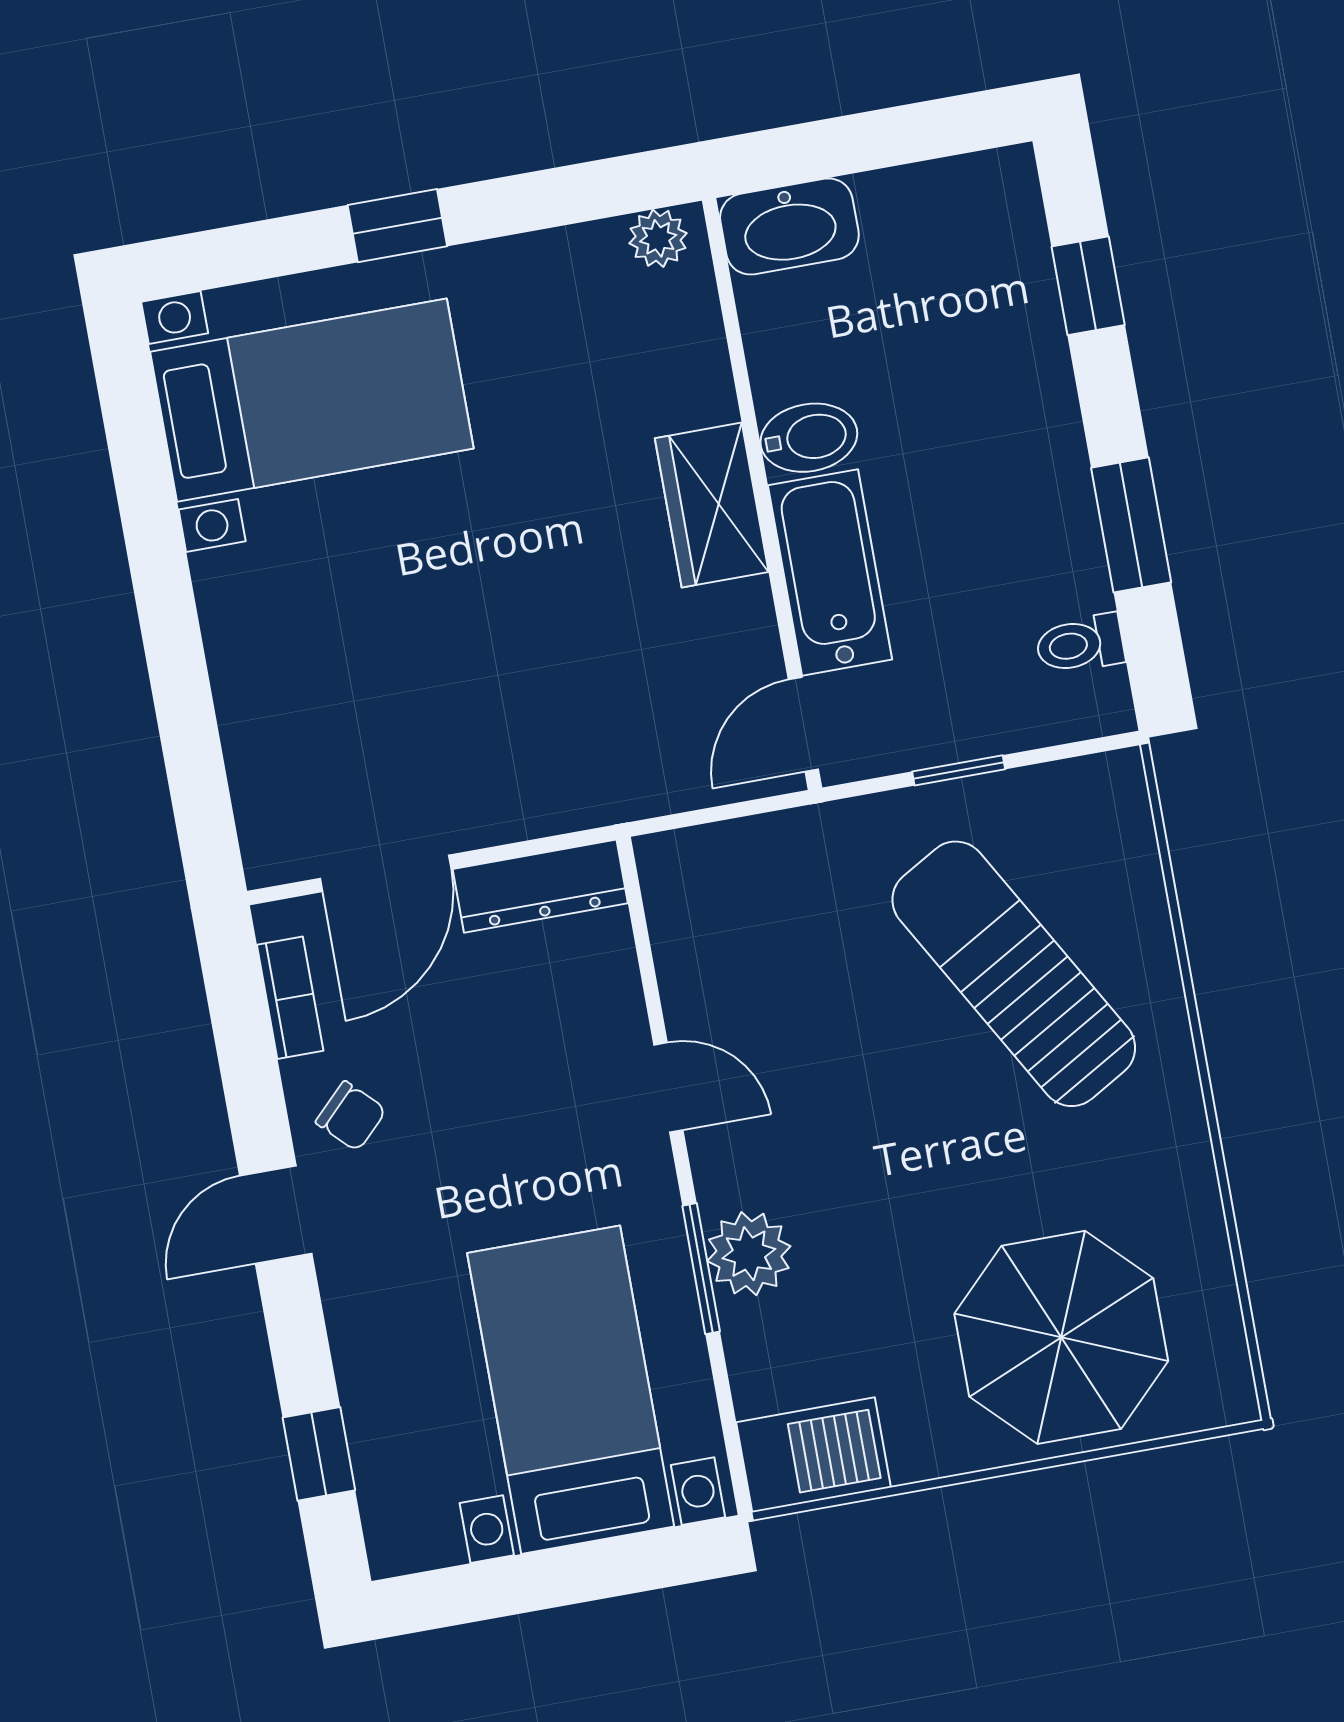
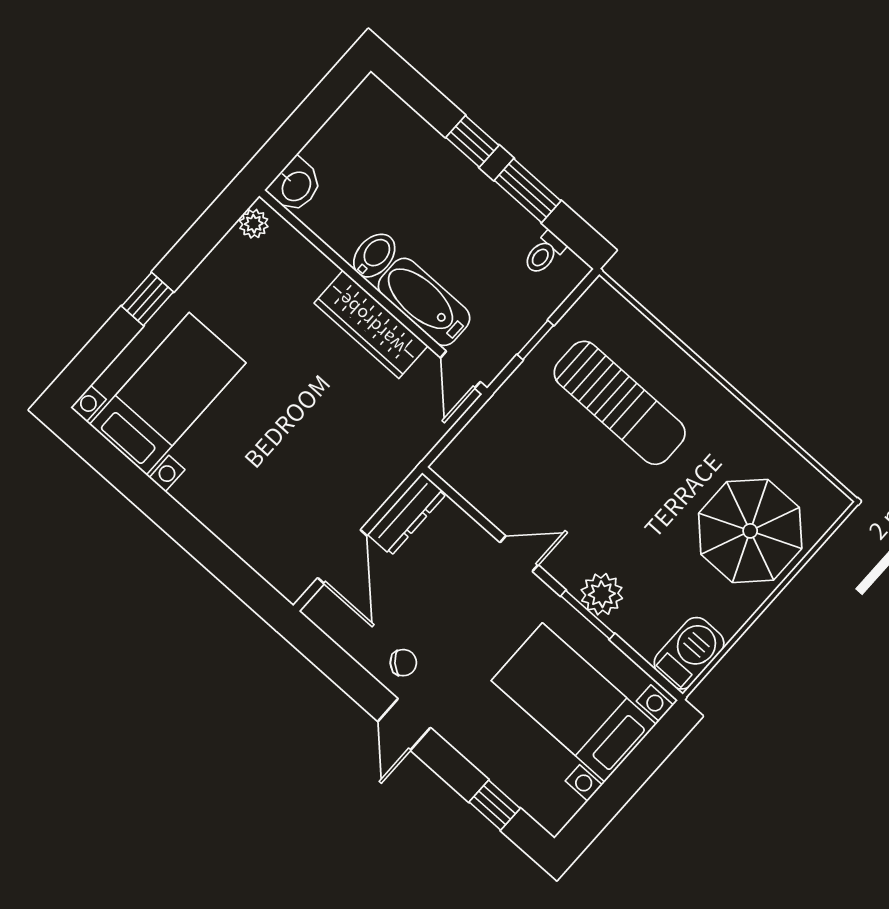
washbasin: (789, 226) -> (295, 186), width x0.72
window: (1088, 286) -> (472, 141), moved
wardrobe: (712, 505) -> (371, 324), width x1.50
sun lounger: (1014, 974) -> (620, 403), turned -150
bookcase: (290, 998) -> (343, 635), removed

